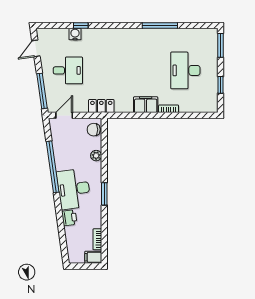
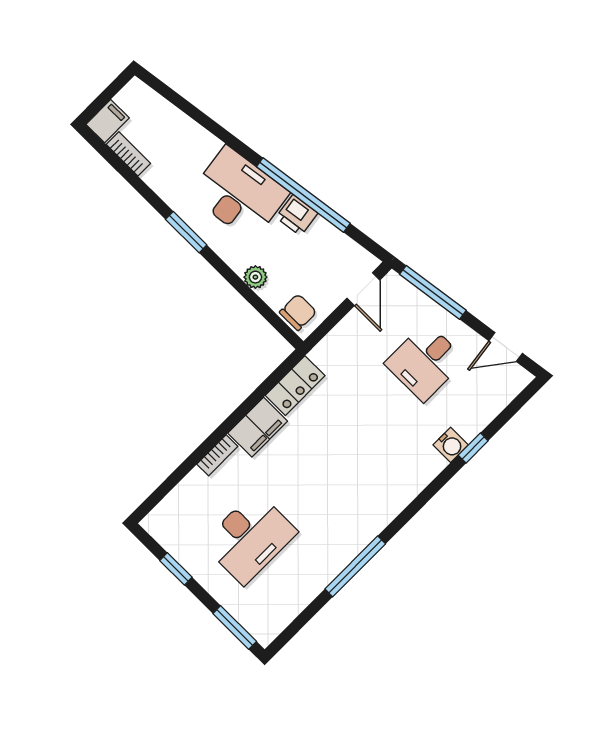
water cooler: (75, 34) -> (451, 445), moved
door: (36, 48) -> (506, 347), swing flipped
desk: (185, 70) -> (250, 538), turned 90
locker: (101, 106) -> (295, 386), moved
printer: (69, 218) -> (297, 215), moved

